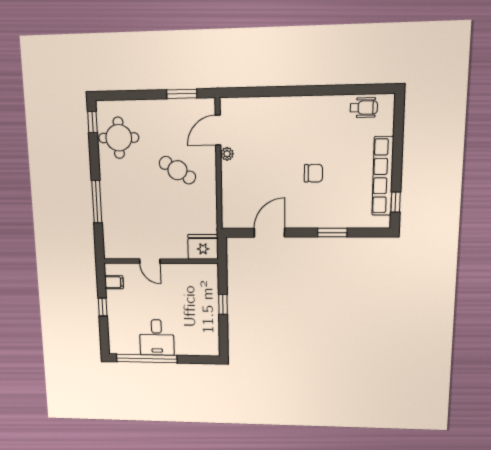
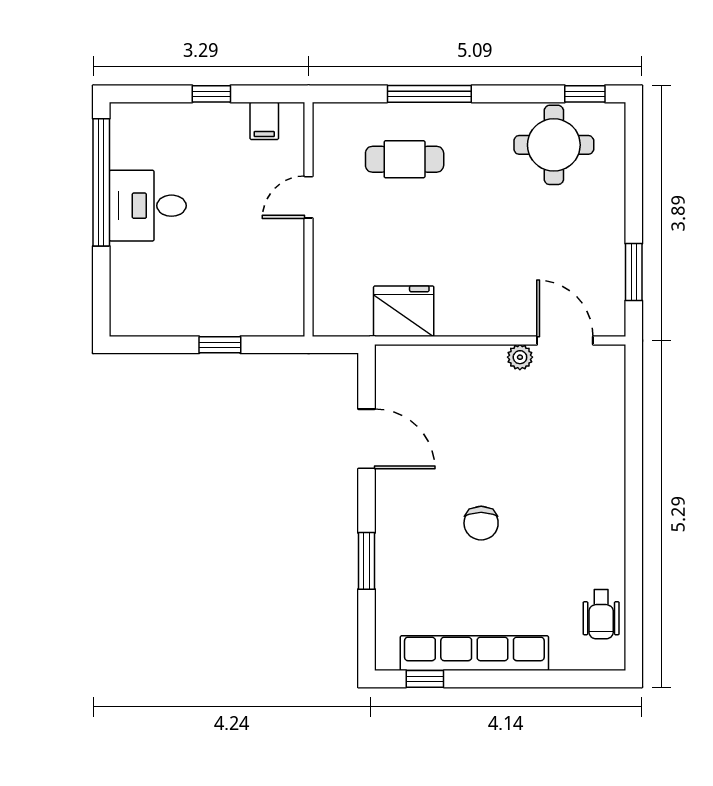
cafe table: (177, 170) -> (405, 159), moved, turned 58
fridge: (203, 247) -> (404, 311), moved, turned -90

